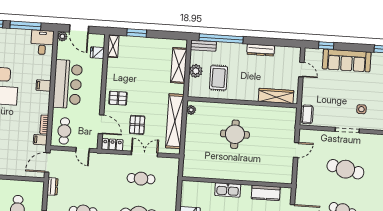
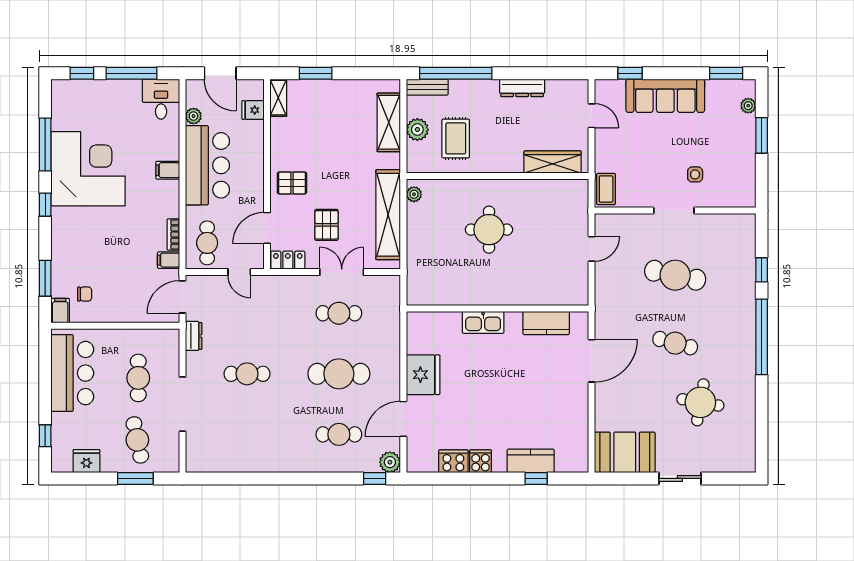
plant: (62, 36) -> (193, 116), moved
door: (101, 124) -> (267, 228), swing flipped

